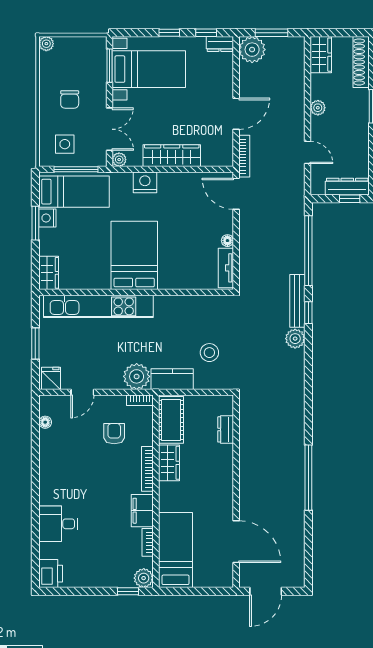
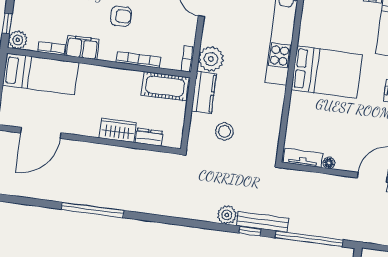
armchair: (114, 434) -> (121, 16), moved
wardrobe: (169, 463) -> (118, 130), moved, turned 180
bookcase: (147, 469) -> (139, 60), moved

